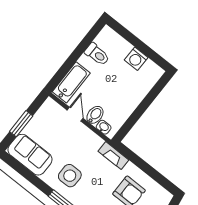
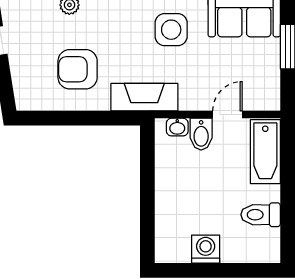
door: (75, 114) -> (227, 115), swing flipped
fireplace: (113, 156) -> (144, 97), width x1.37, depth x1.32

